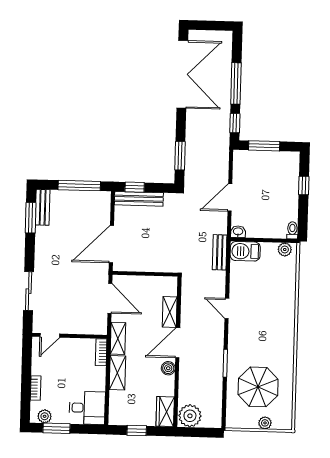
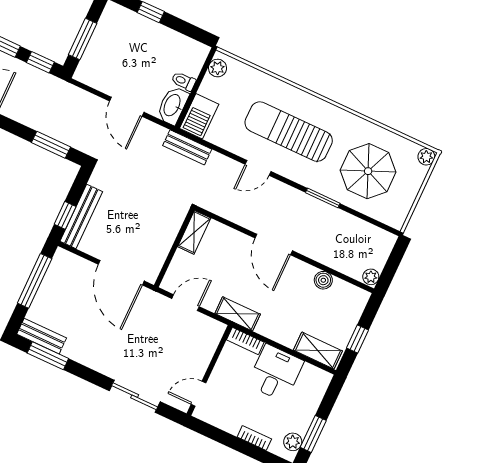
toilet: (292, 230) -> (184, 81), moved
washbasin: (238, 232) -> (173, 105), width x1.91, depth x1.45
door: (110, 298) -> (185, 303), width x0.73
shelving: (170, 312) -> (194, 232), moved, turned 90
sun lounger: (262, 319) -> (289, 132), added
door: (50, 335) -> (199, 394), swing flipped
boiler: (168, 368) -> (323, 280), moved
shelving: (117, 373) -> (318, 351), moved
desk: (87, 408) -> (275, 373), moved
wardrobe: (165, 412) -> (350, 295), removed
plant: (190, 416) -> (371, 277), width x0.53, depth x0.53
plant: (265, 423) -> (426, 157), moved

